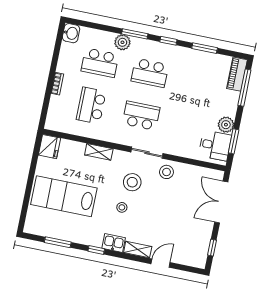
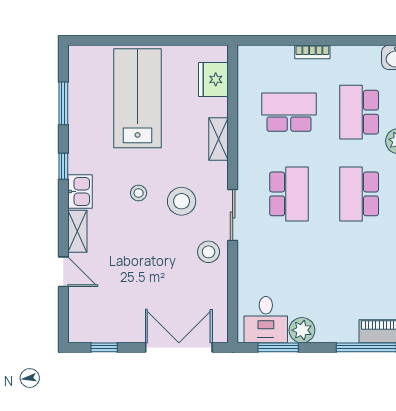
fridge: (49, 147) -> (213, 79), moved, turned 90

